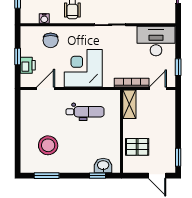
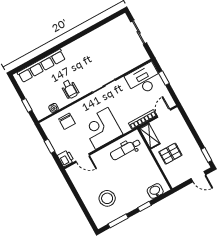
printer: (28, 65) -> (66, 158), moved
window: (178, 67) -> (164, 78), moved
door: (46, 88) -> (83, 158), swing flipped
dental chair: (85, 112) -> (125, 149), moved, turned 180
pallet: (137, 147) -> (170, 154), moved
window: (97, 176) -> (145, 206), moved

